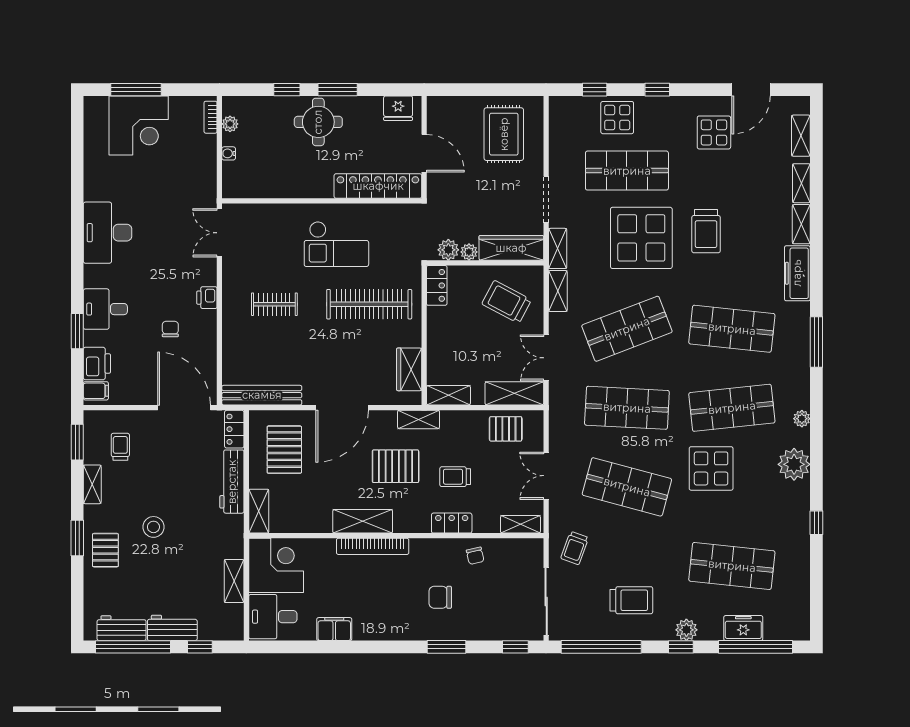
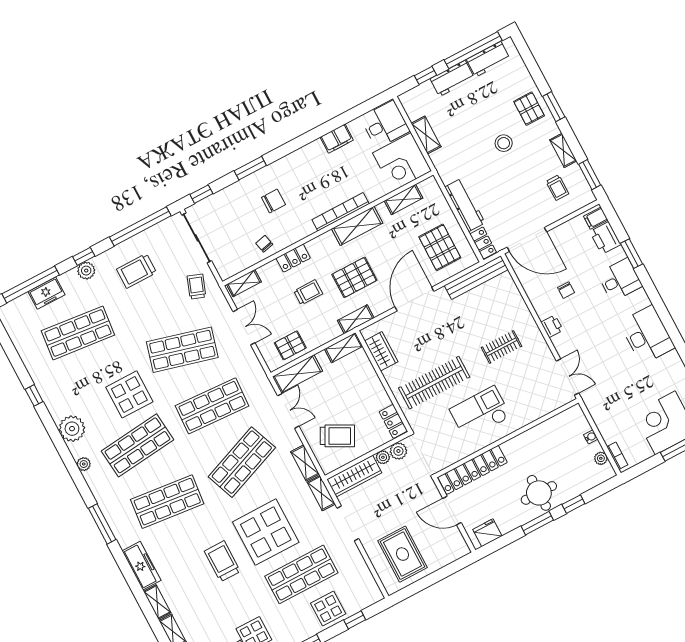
shelving: (259, 511) -> (404, 199), moved, turned 90

